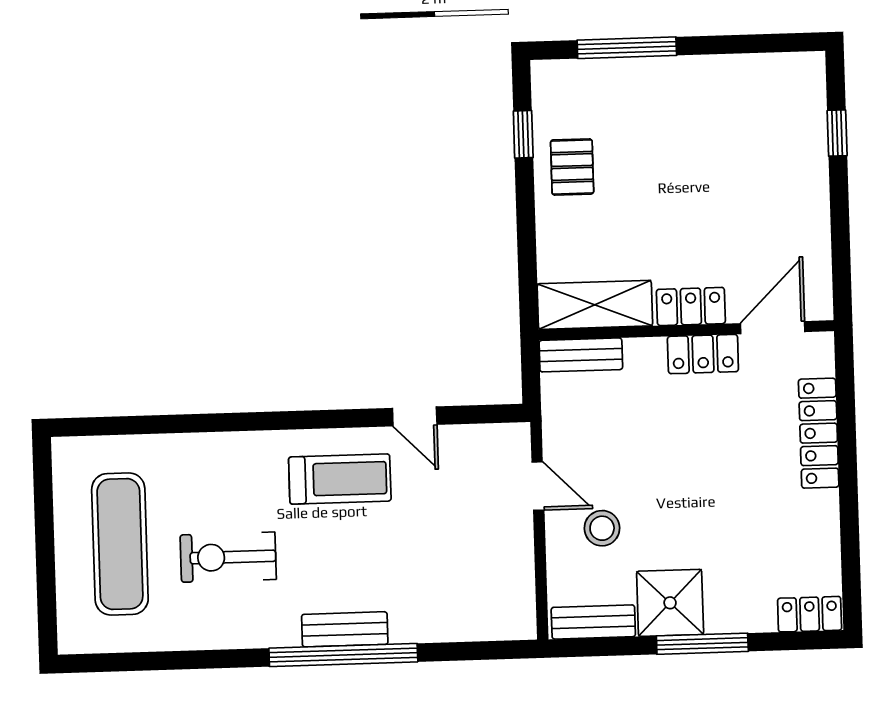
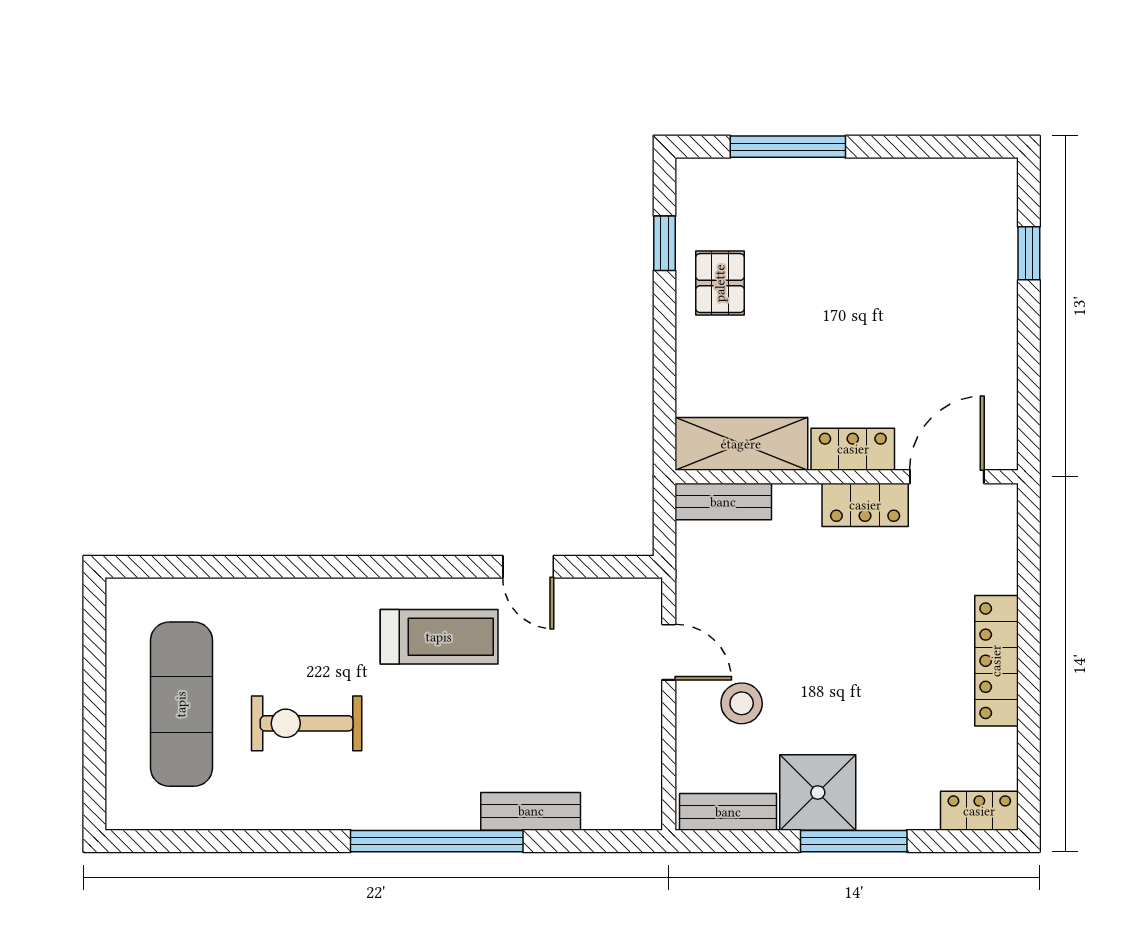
locker: (819, 433) -> (996, 661), moved
bench: (345, 629) -> (531, 811), moved

